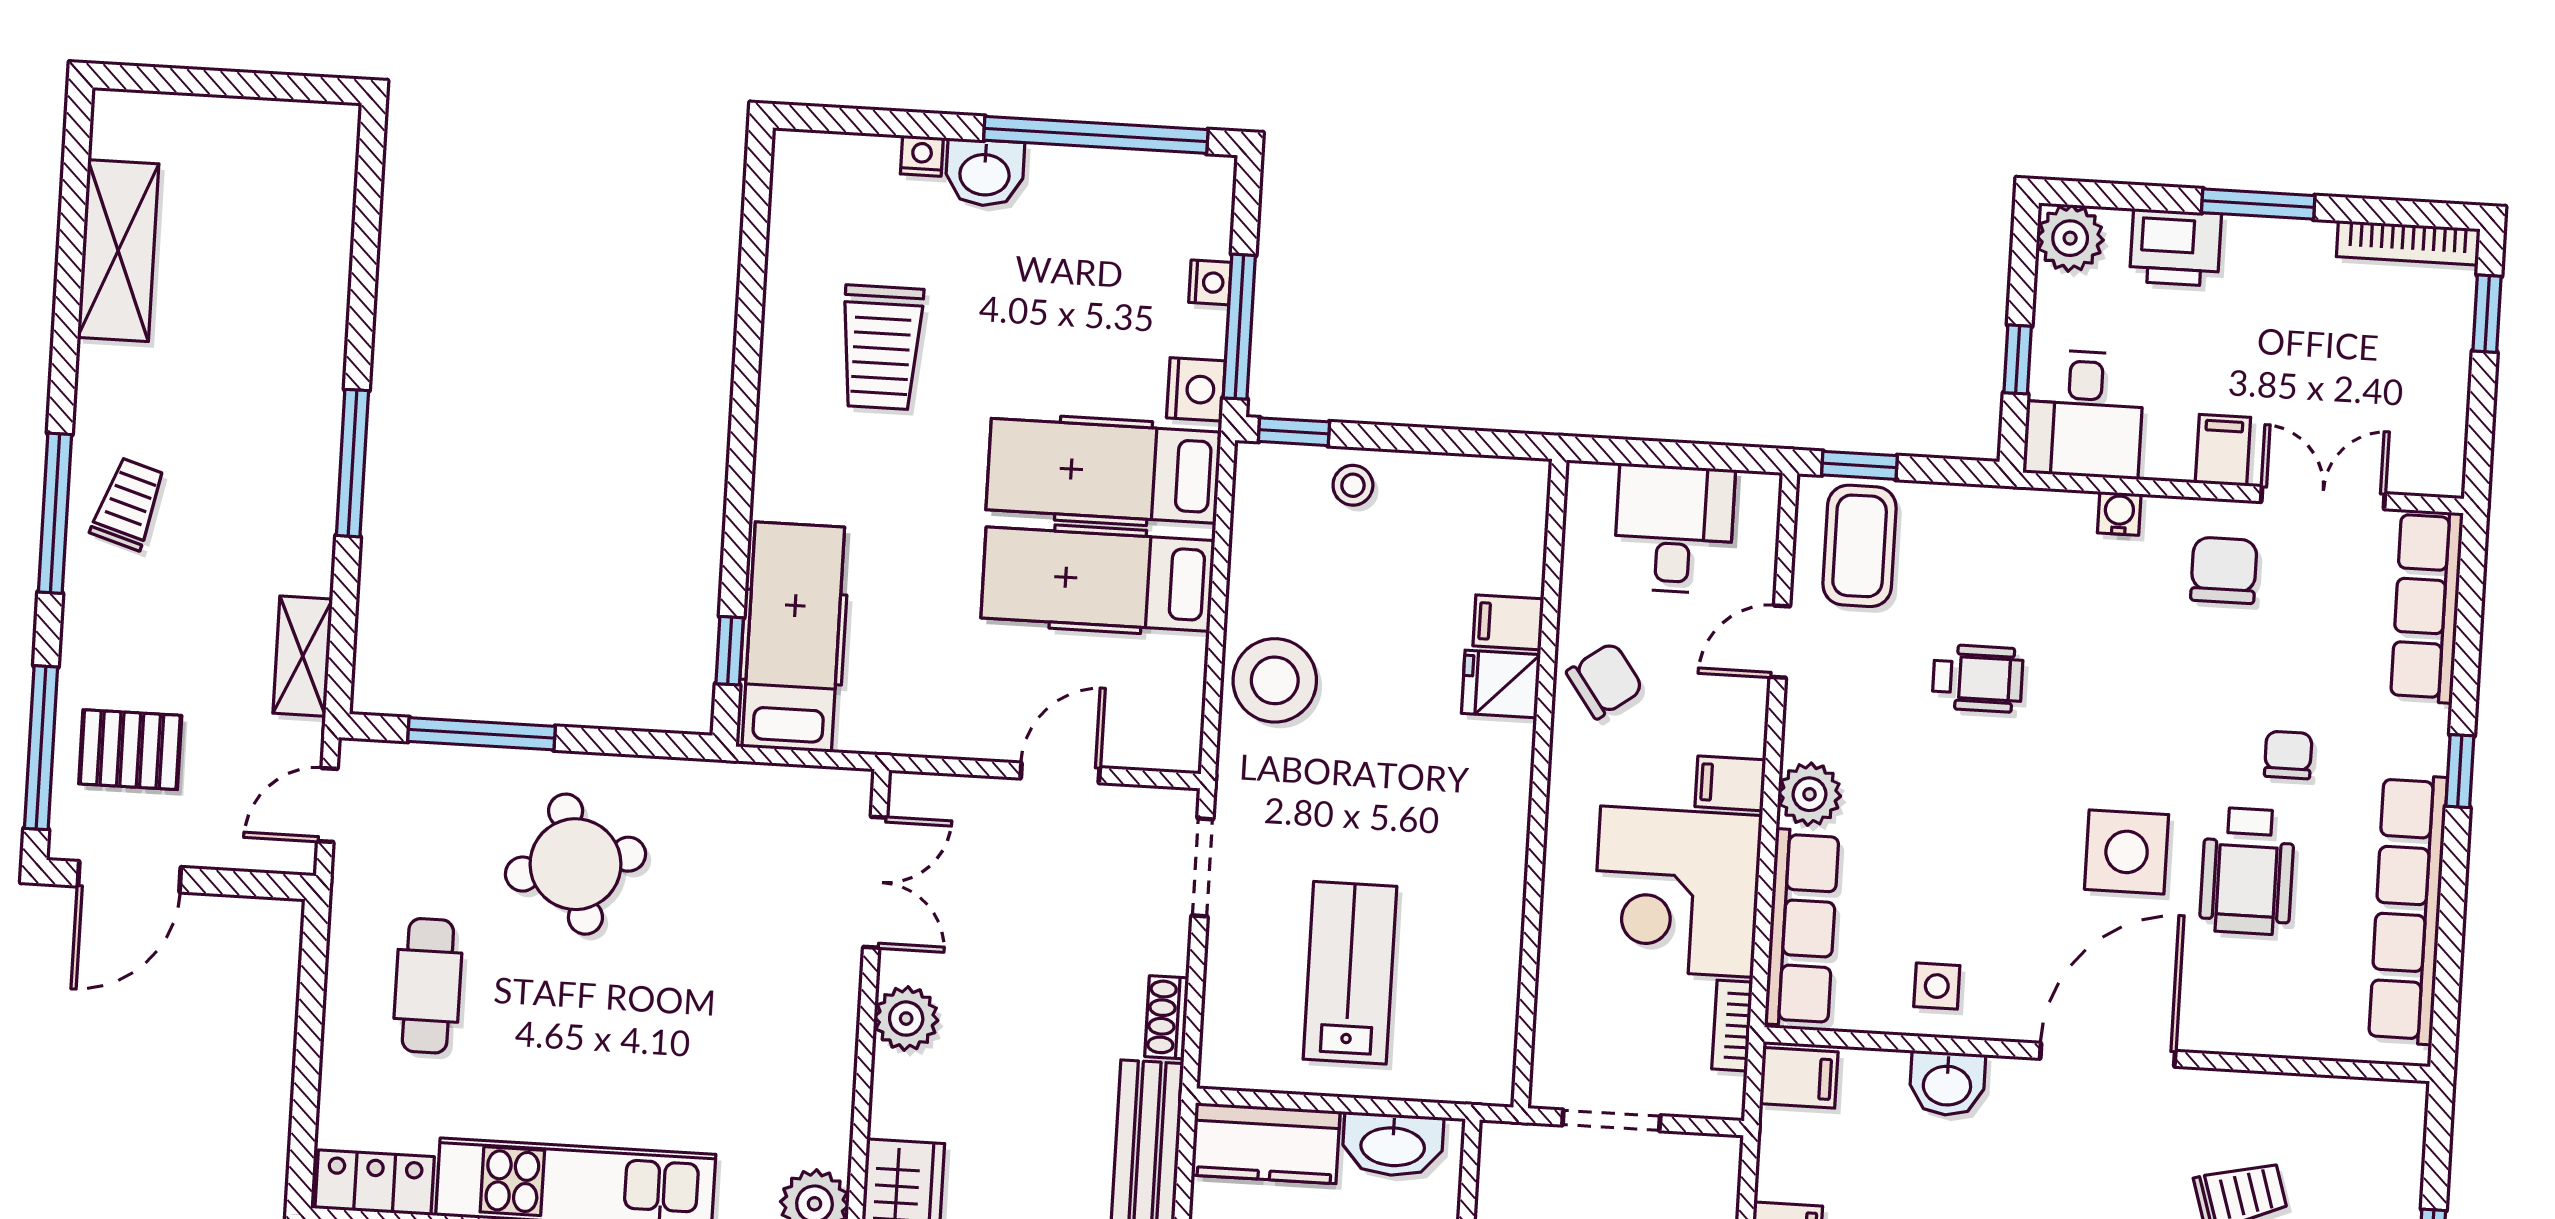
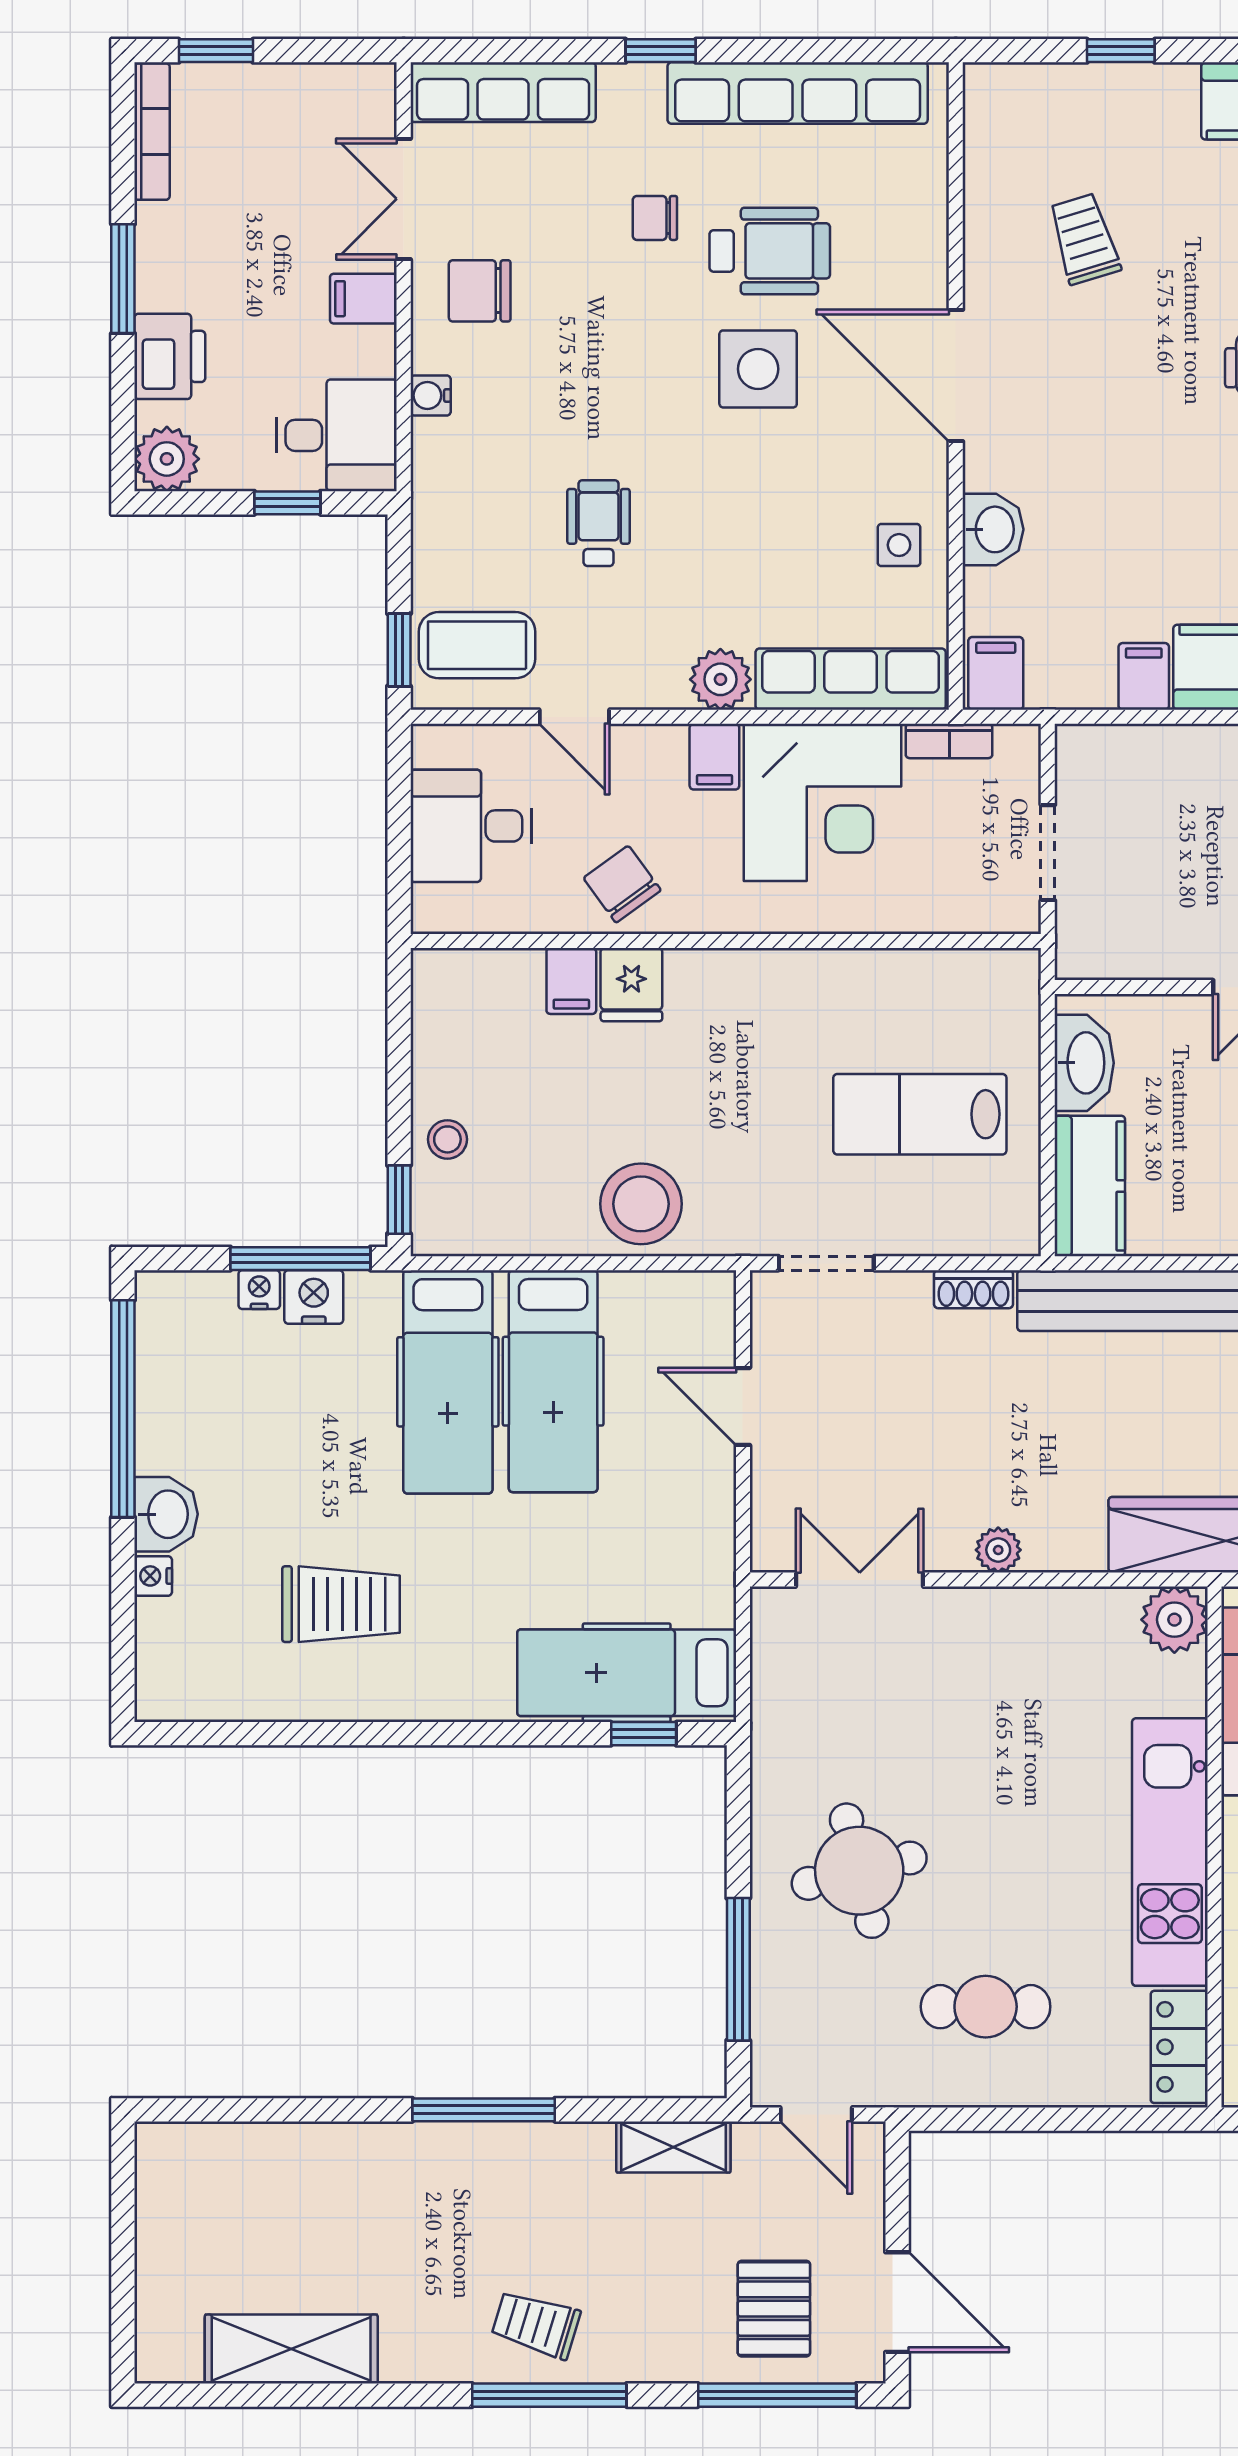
nightstand: (1196, 389) -> (314, 1297), moved
plant: (906, 1019) -> (998, 1550), width x0.73, depth x0.73

